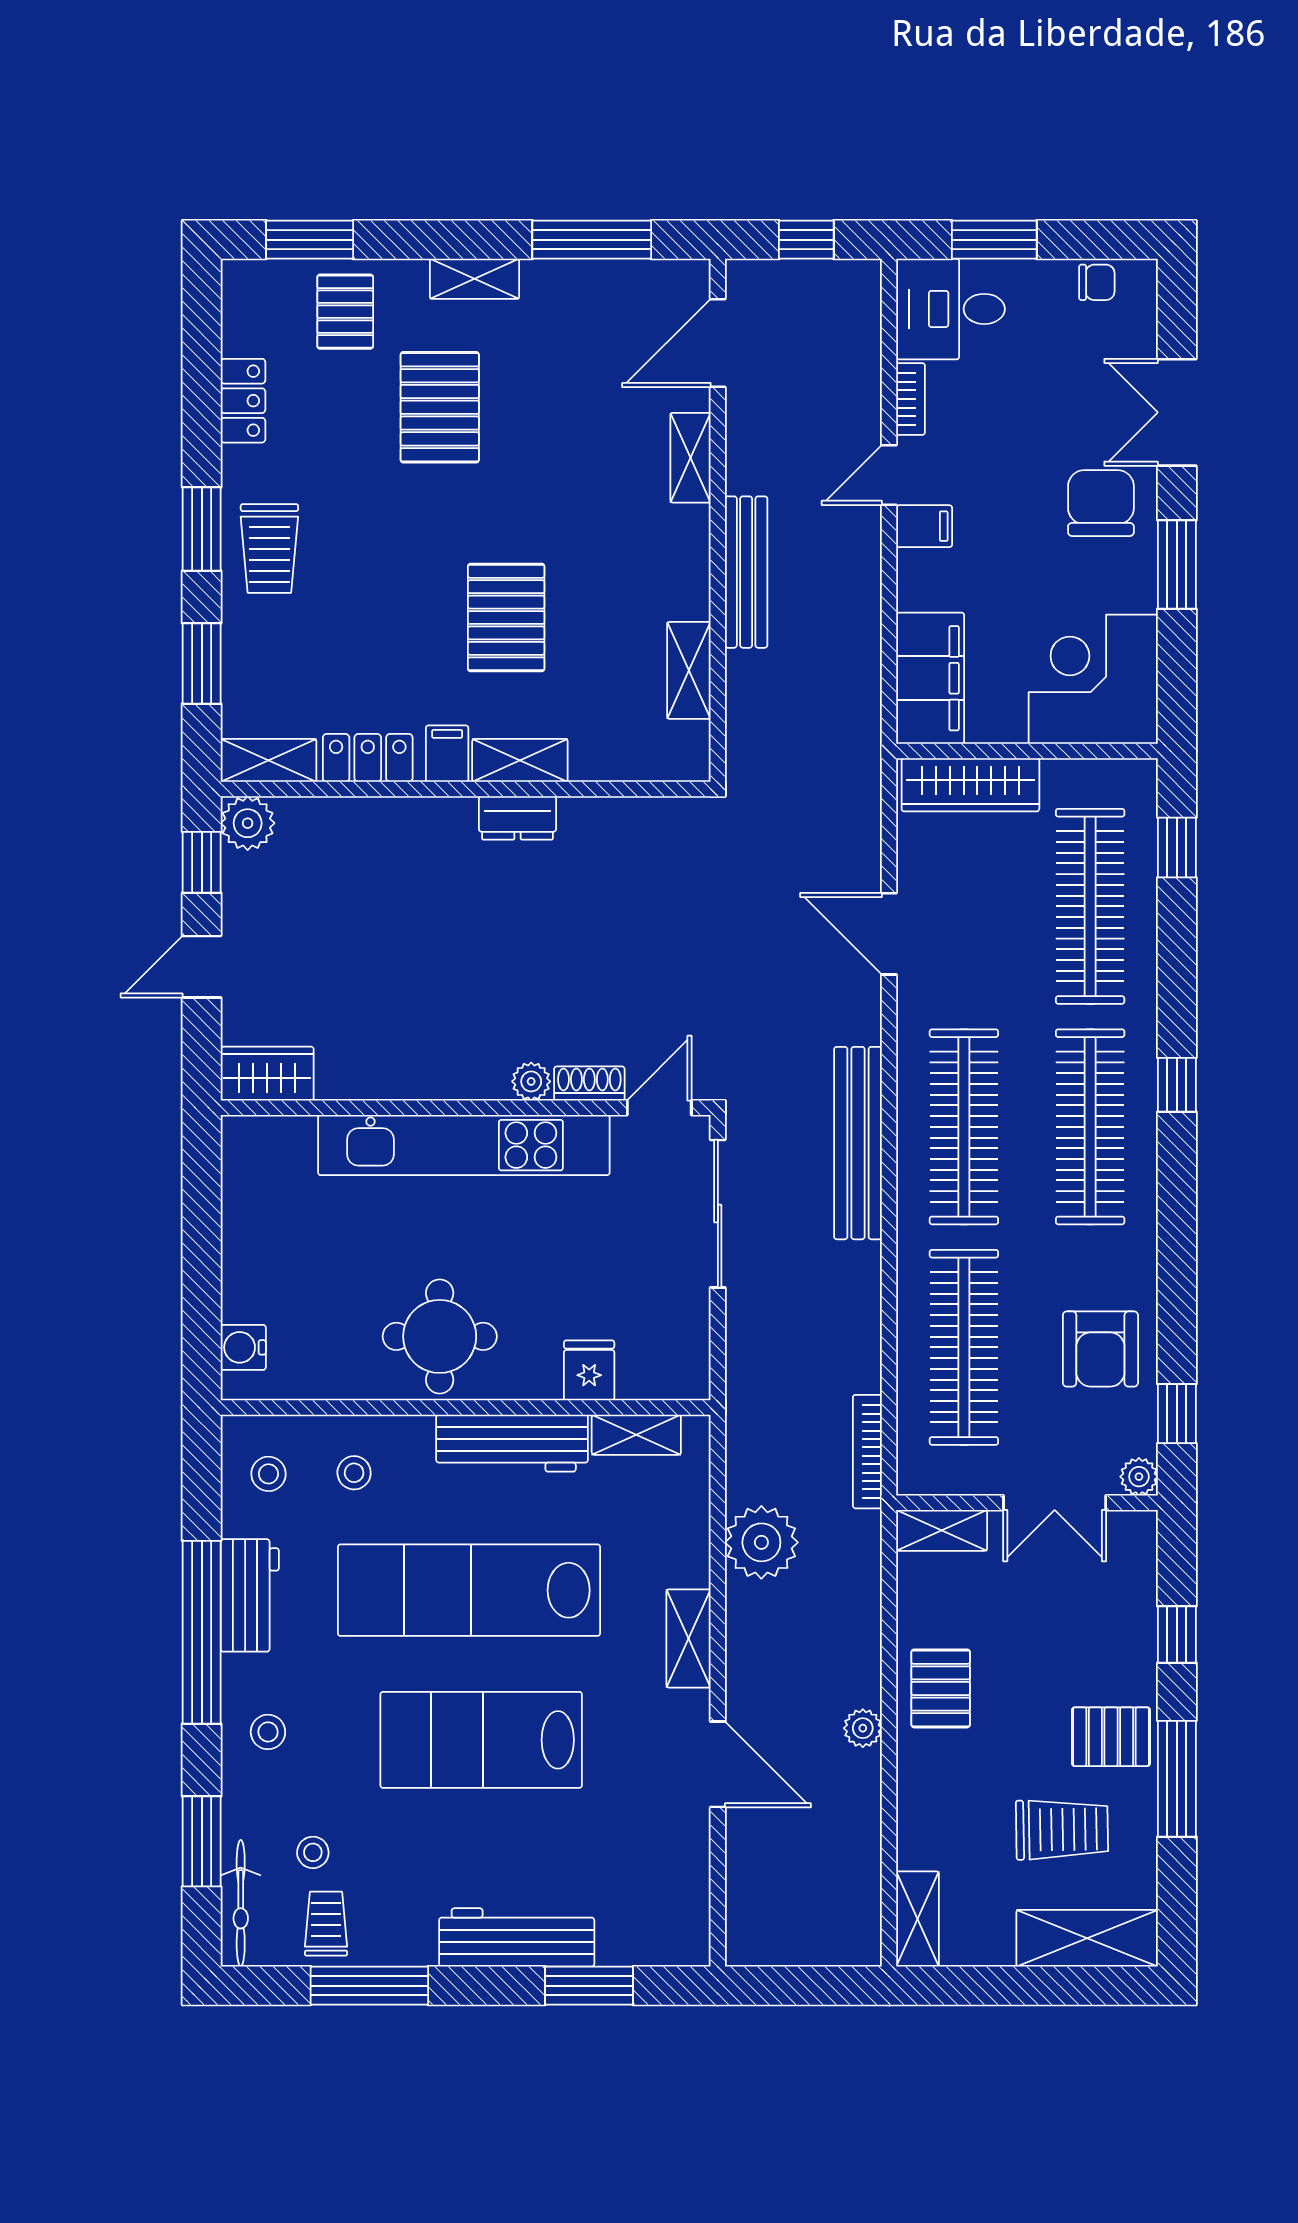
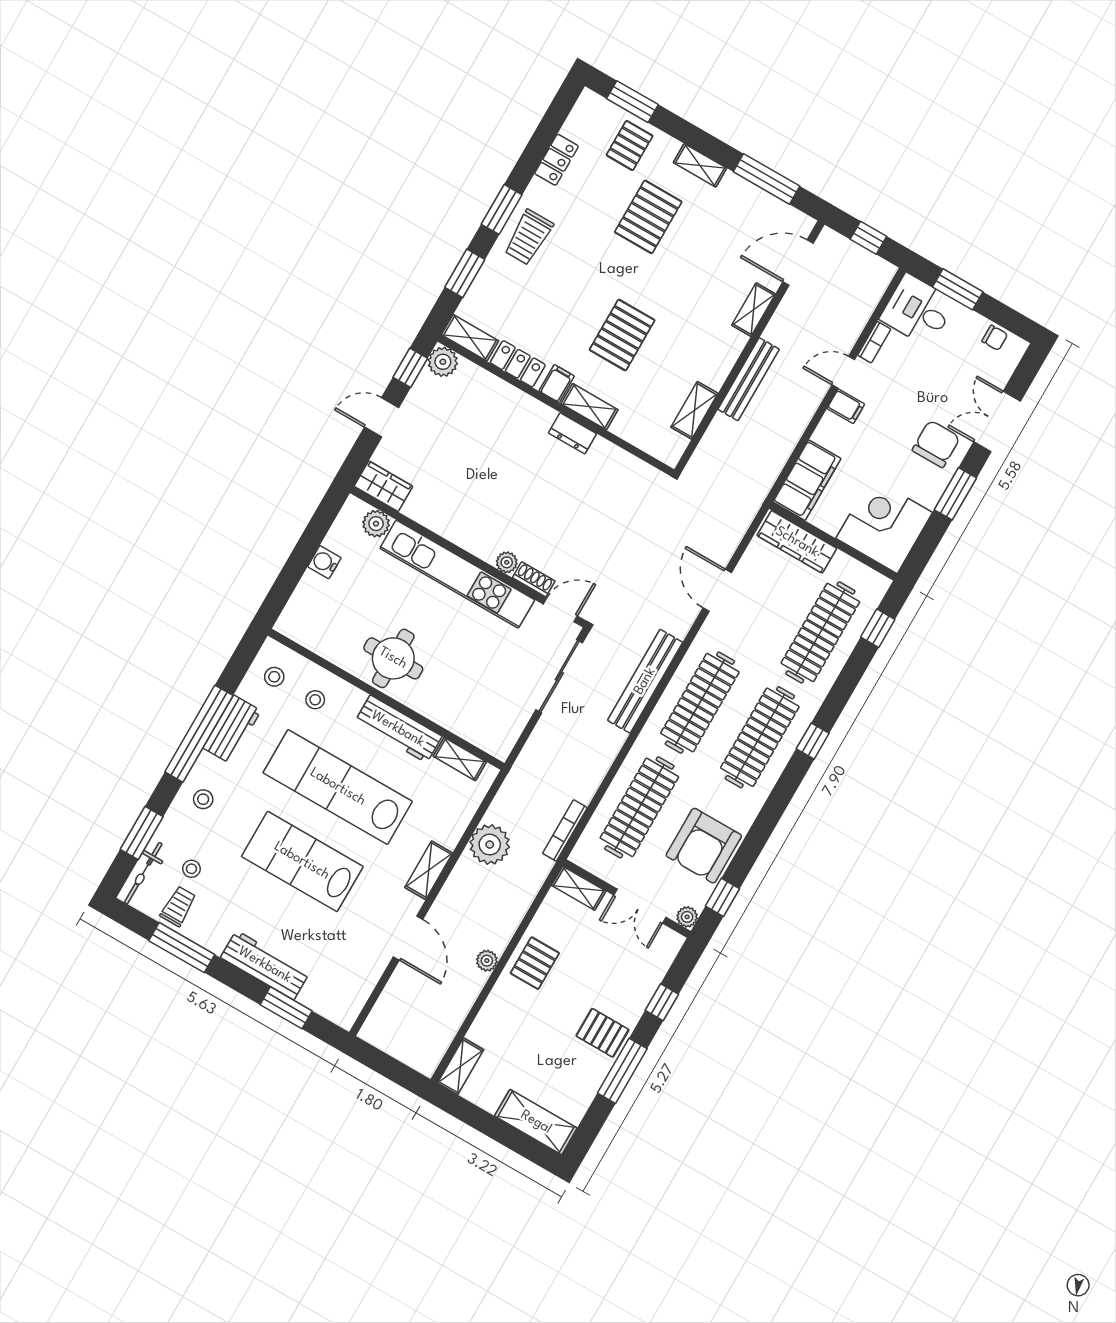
plant: (290, 1139) -> (376, 524), added
water cooler: (243, 1347) -> (324, 562), moved
armchair: (1100, 1349) -> (704, 846), width x1.36, depth x1.36
fridge: (589, 1370) -> (455, 716), removed
trolley: (1062, 1830) -> (554, 1063), removed

